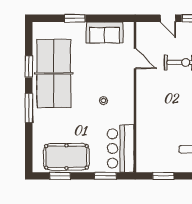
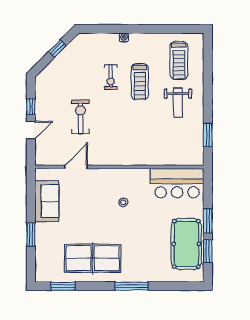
window: (29, 67) -> (63, 286), moved
table tennis table: (54, 73) -> (93, 258), width x0.73, depth x0.76
window: (105, 176) -> (208, 221), moved

